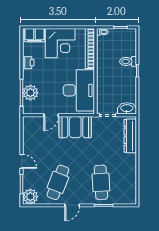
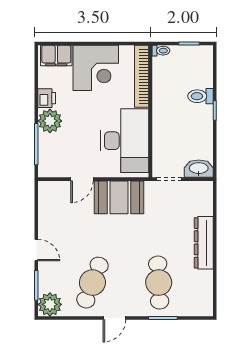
plant: (30, 93) -> (50, 121), moved
dresser: (130, 136) -> (204, 243), moved

